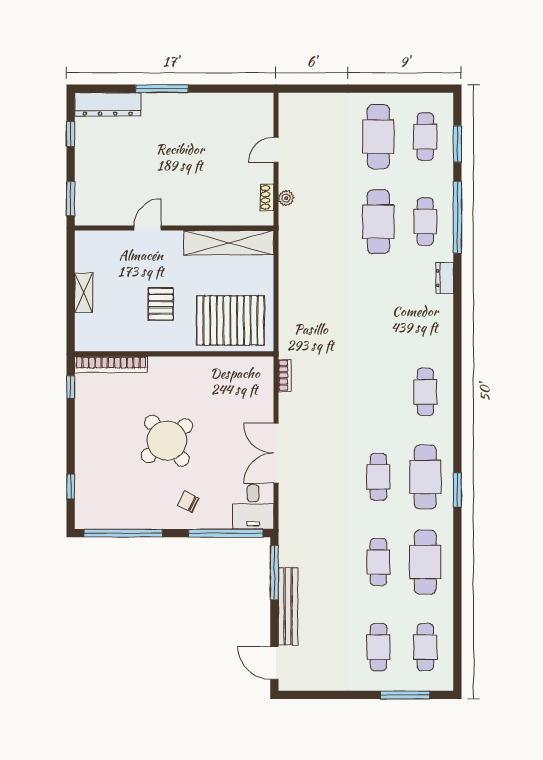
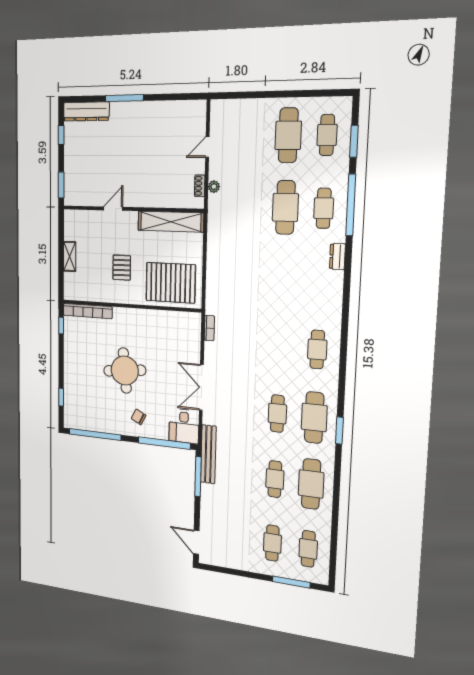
round table: (167, 441) -> (125, 371), turned 33
bench: (288, 606) -> (208, 454), moved

